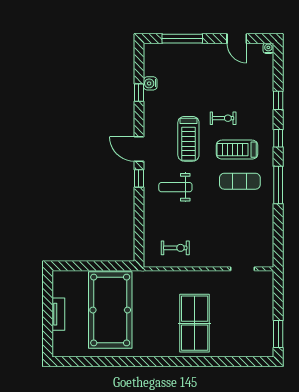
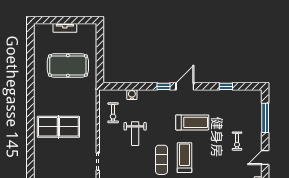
water cooler: (150, 83) -> (132, 95), moved
exercise bike: (223, 118) -> (237, 141), moved
treadmill: (188, 139) -> (192, 122), turned 180
weight bench: (175, 187) -> (135, 134), moved, turned 180
pool table: (110, 310) -> (68, 65), width x0.73, depth x0.76

